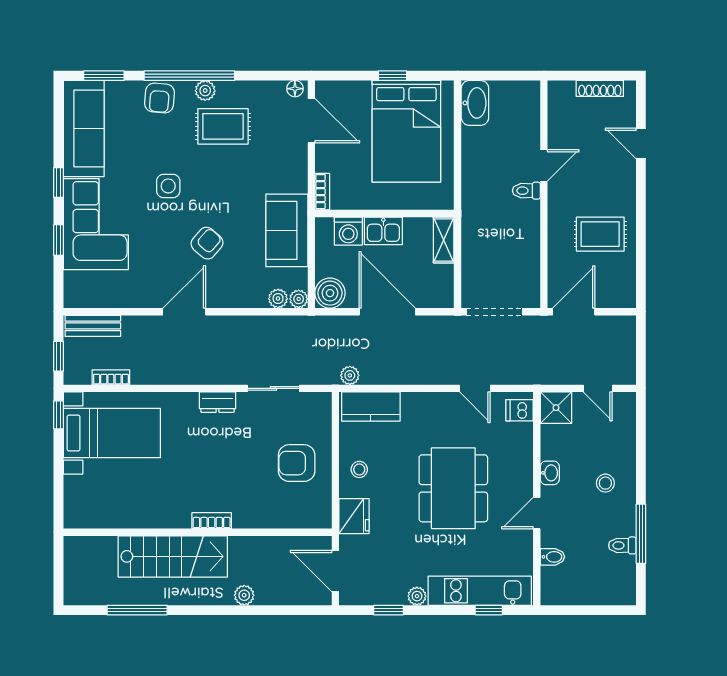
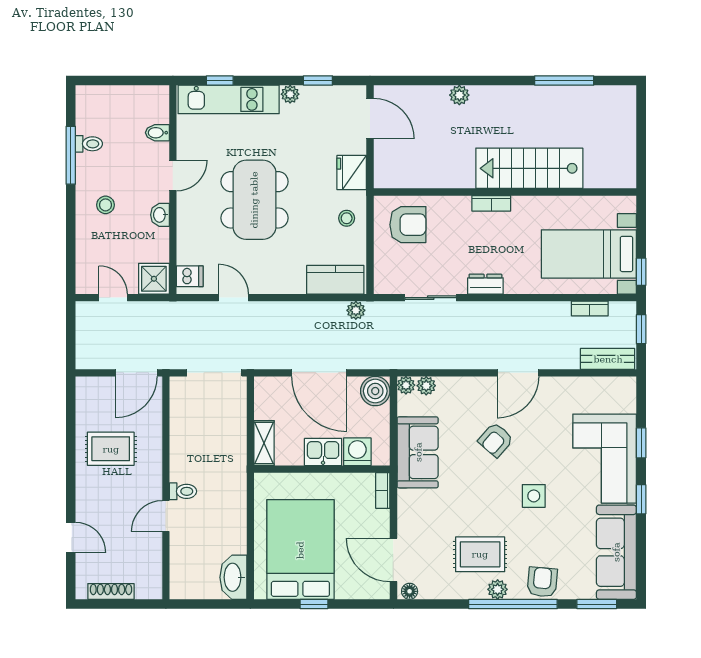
bookcase: (212, 521) -> (491, 203), moved
wall: (198, 532) -> (505, 192), moved
stairs: (173, 556) -> (529, 168), moved

